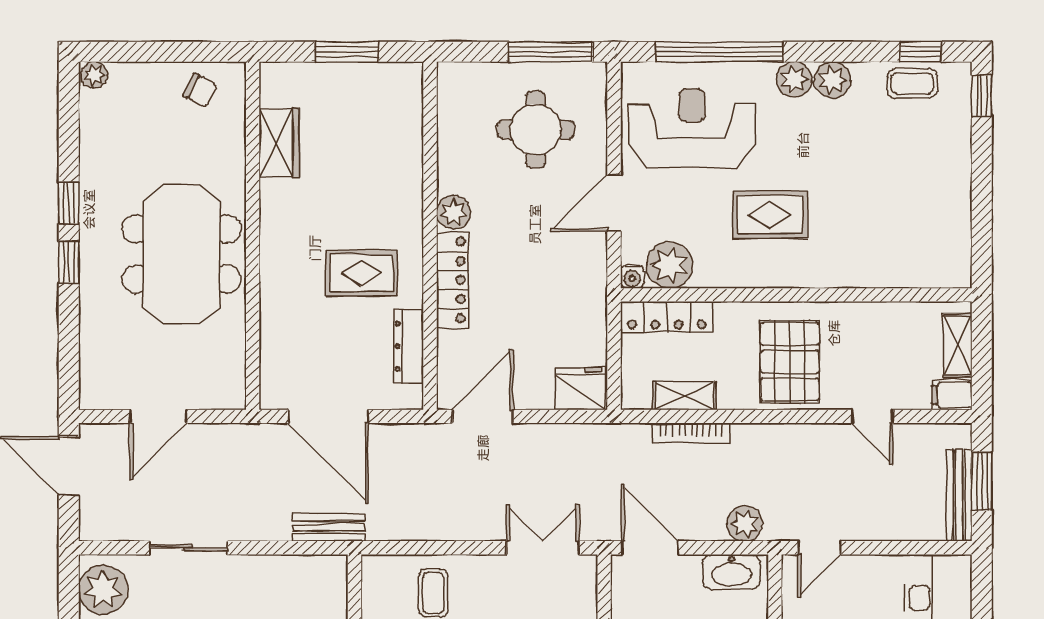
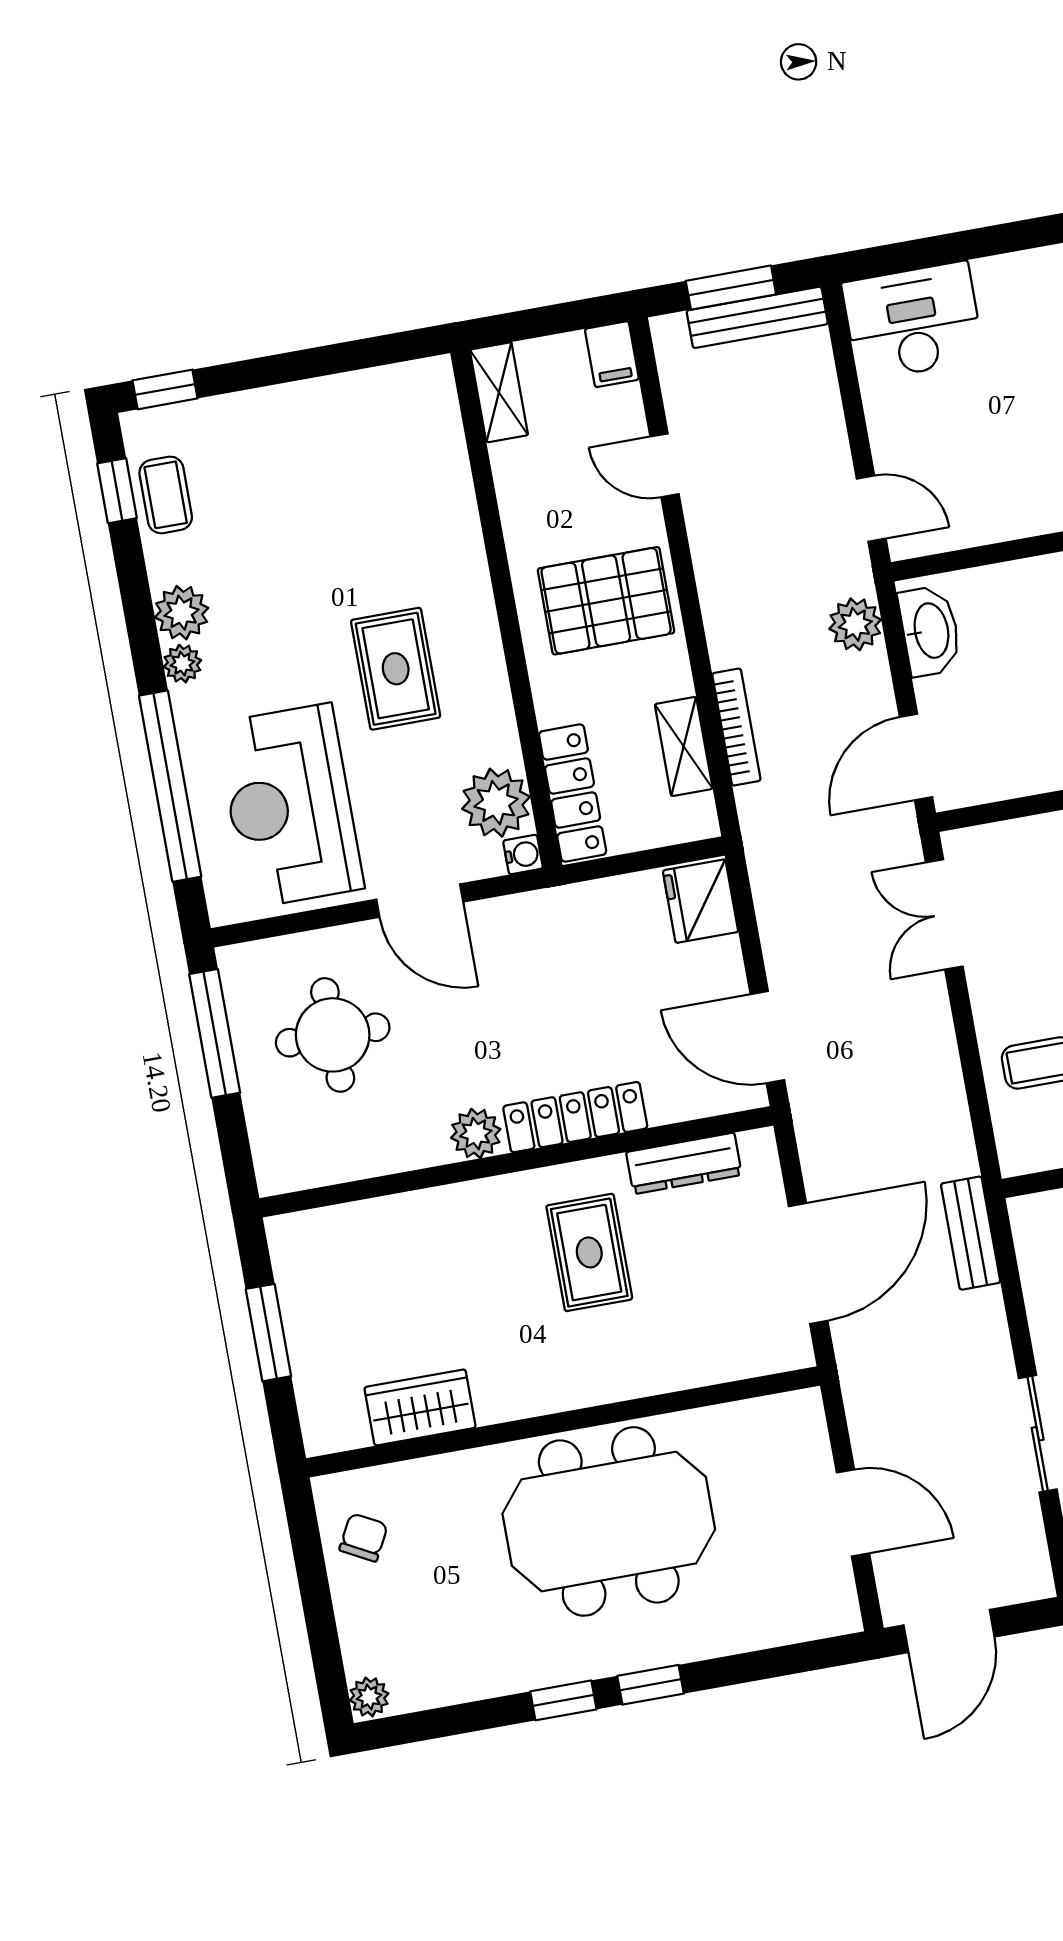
plant: (794, 79) -> (182, 664), width x0.73, depth x0.73
shelving: (958, 345) -> (499, 392), moved, turned 90
door: (872, 416) -> (664, 465), swing flipped

